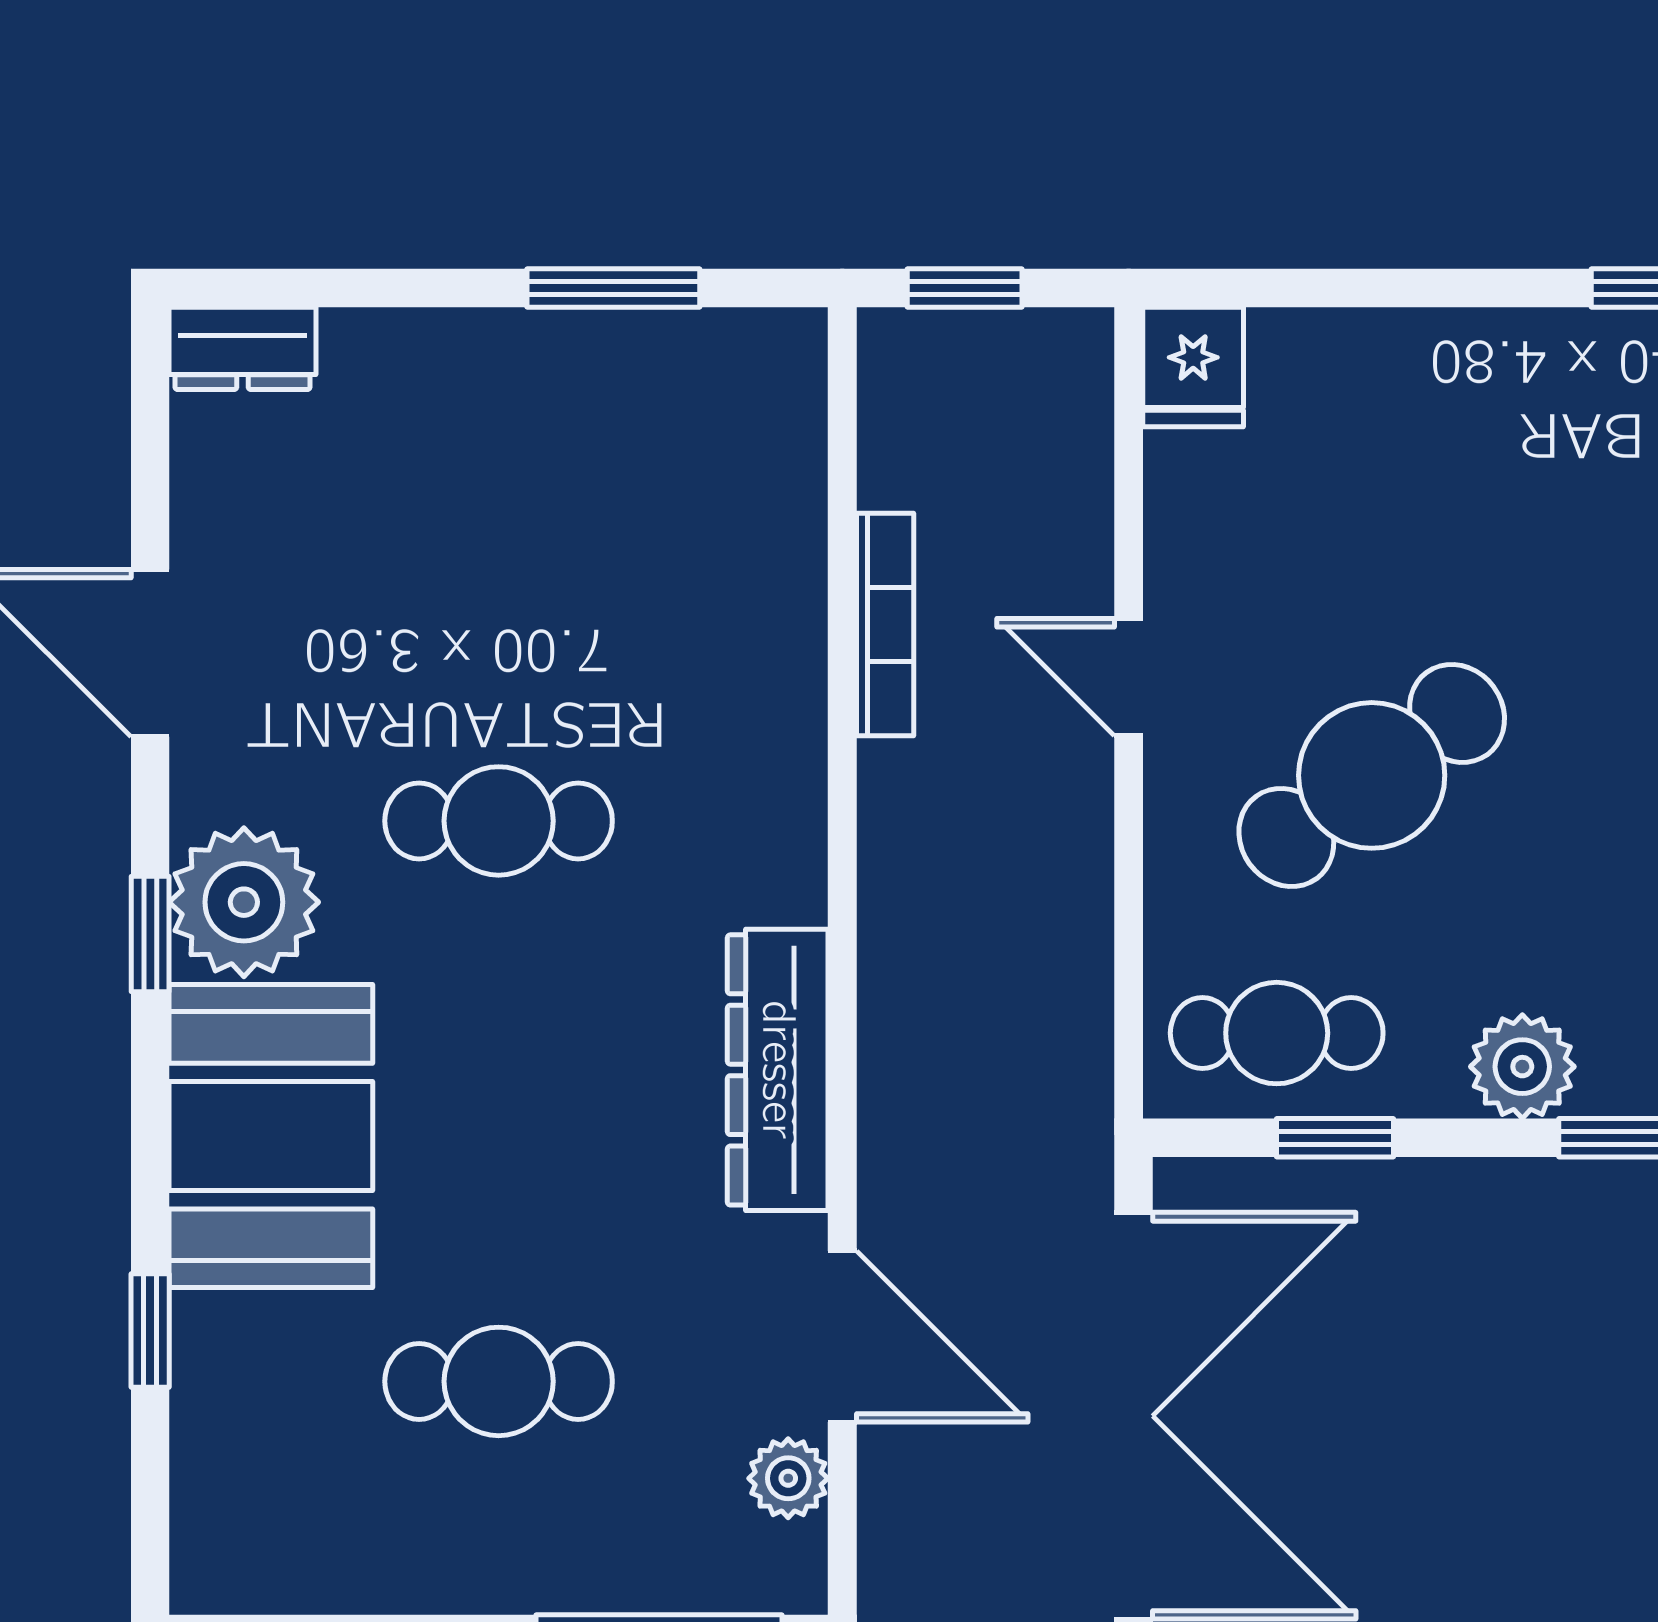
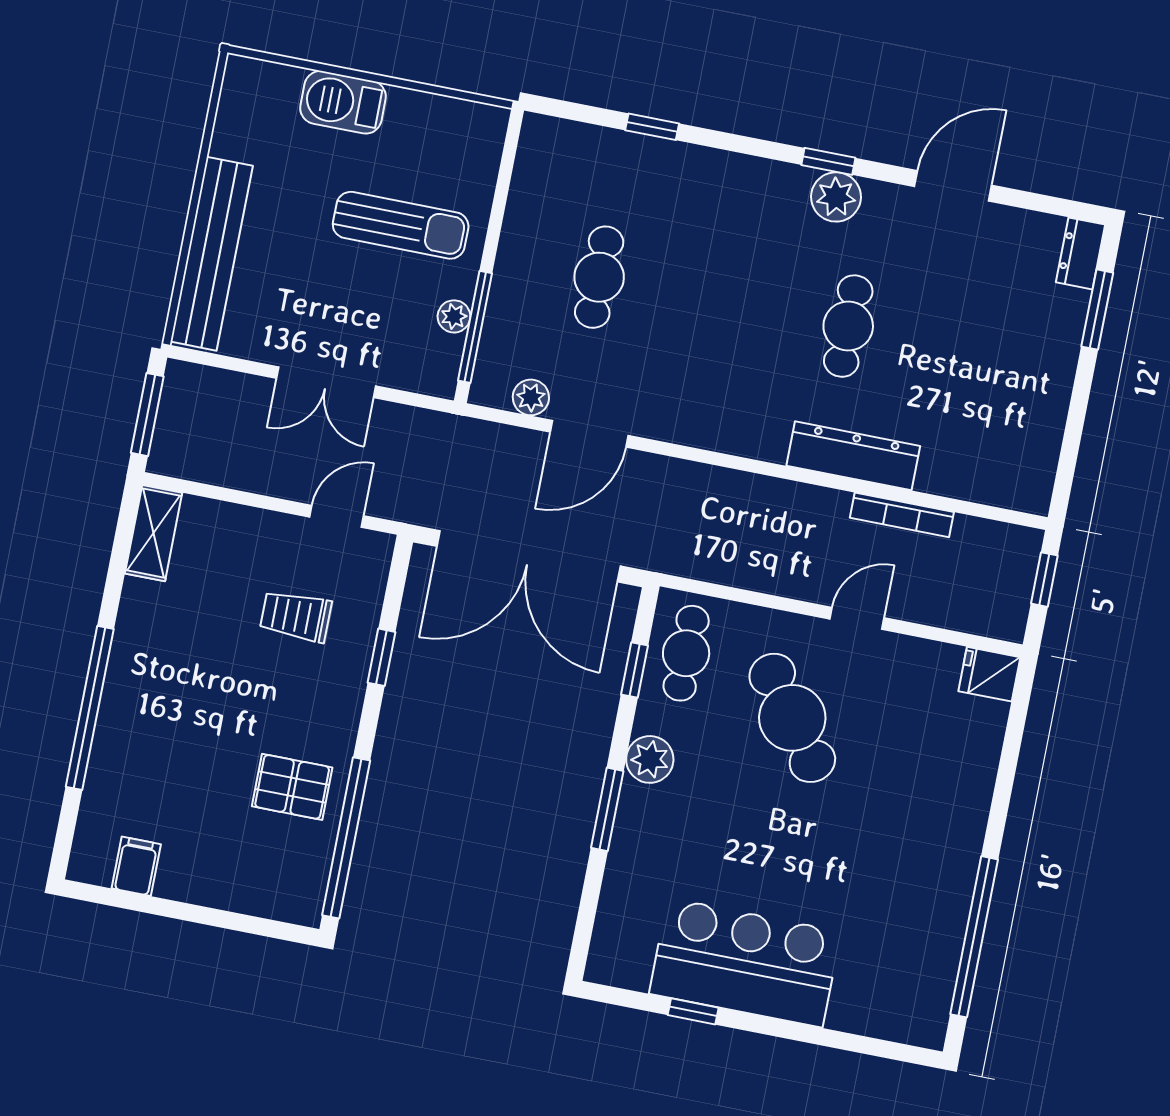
window: (613, 288) -> (1097, 310), moved
plant: (244, 902) -> (836, 197), width x0.73, depth x0.73
dresser: (778, 1070) -> (853, 456), moved
booth: (271, 1136) -> (728, 197), removed

